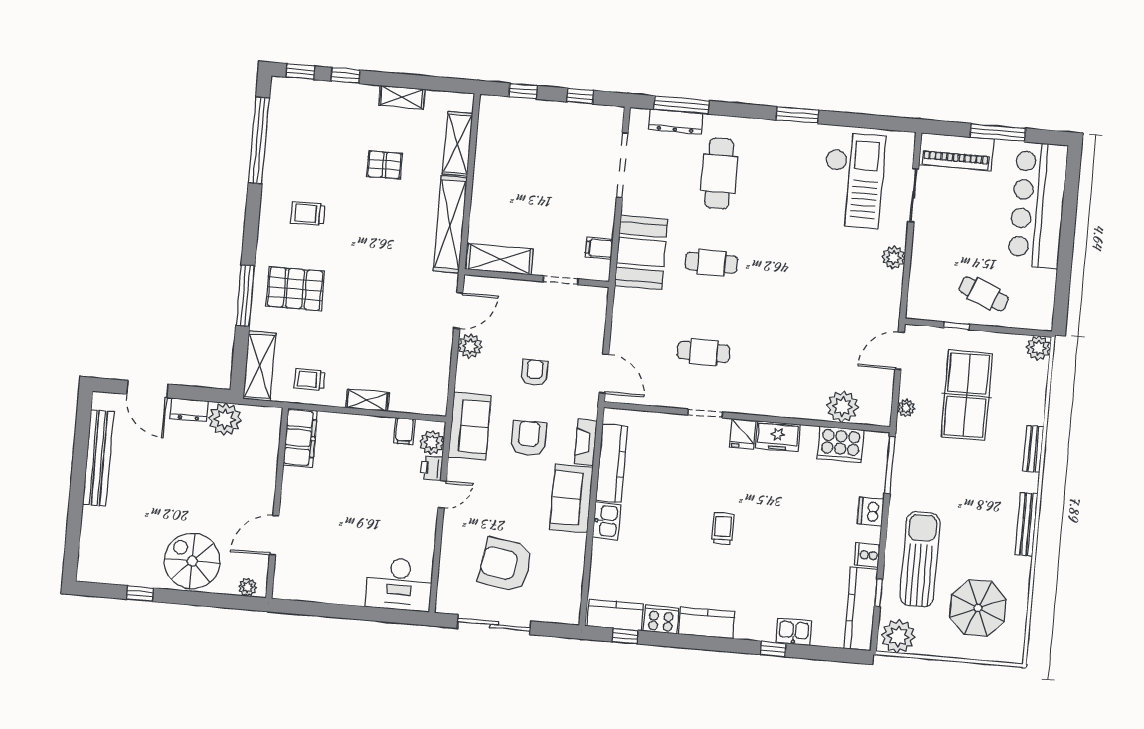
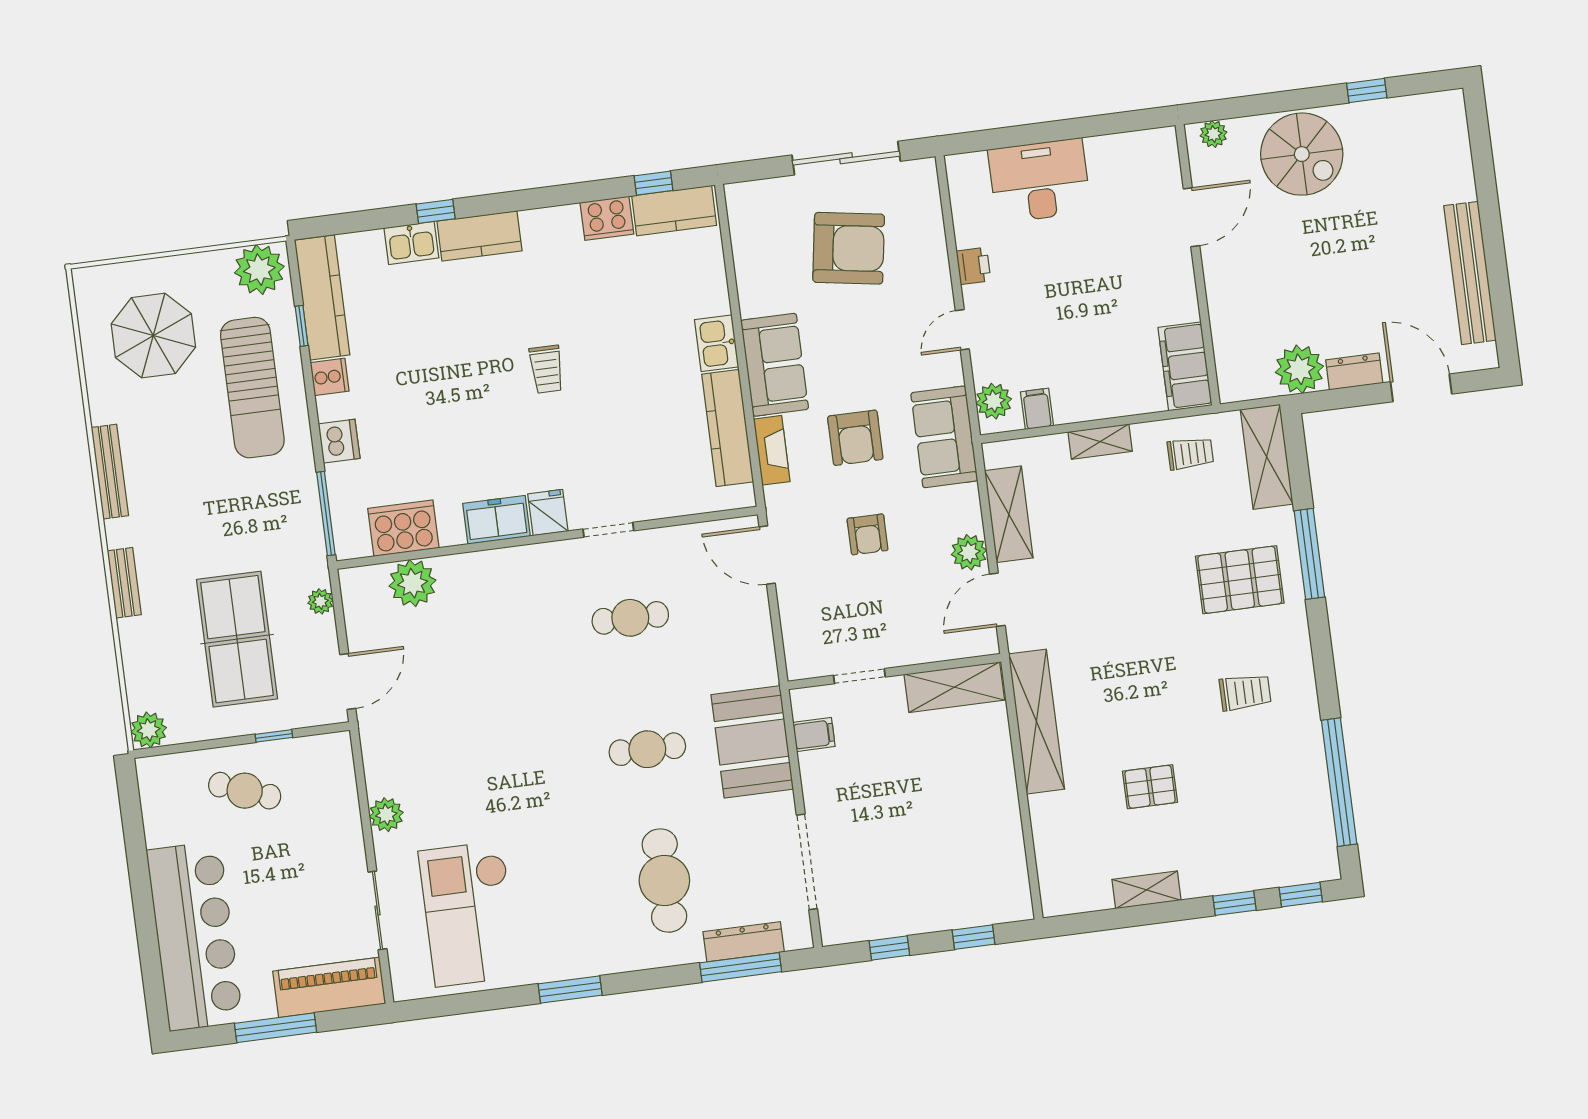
shelving: (458, 144) -> (1009, 514), moved
printer: (431, 468) -> (973, 266), moved
desk: (399, 584) -> (1039, 181), moved
kitchen counter: (707, 623) -> (479, 236), moved

